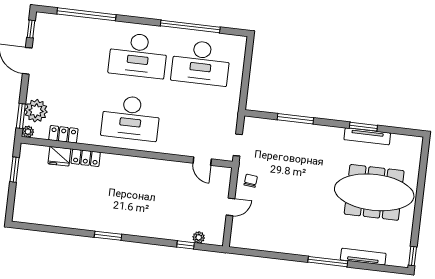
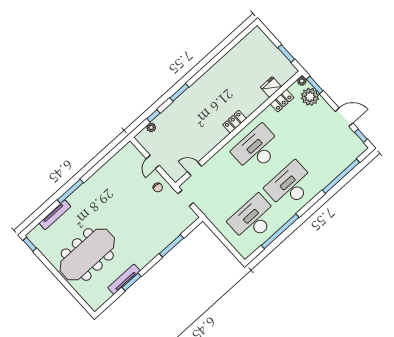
locker: (86, 158) -> (234, 122), moved
window: (108, 236) -> (179, 92), moved

